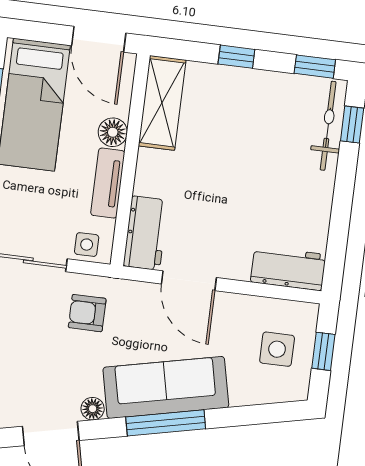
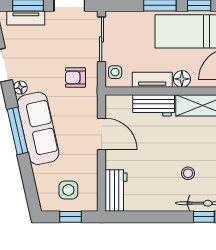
stool: (274, 142) -> (188, 173), added
workbench: (146, 233) -> (154, 105), moved
door: (189, 281) -> (102, 134), swing flipped
armchair: (87, 313) -> (75, 77), turned -90

